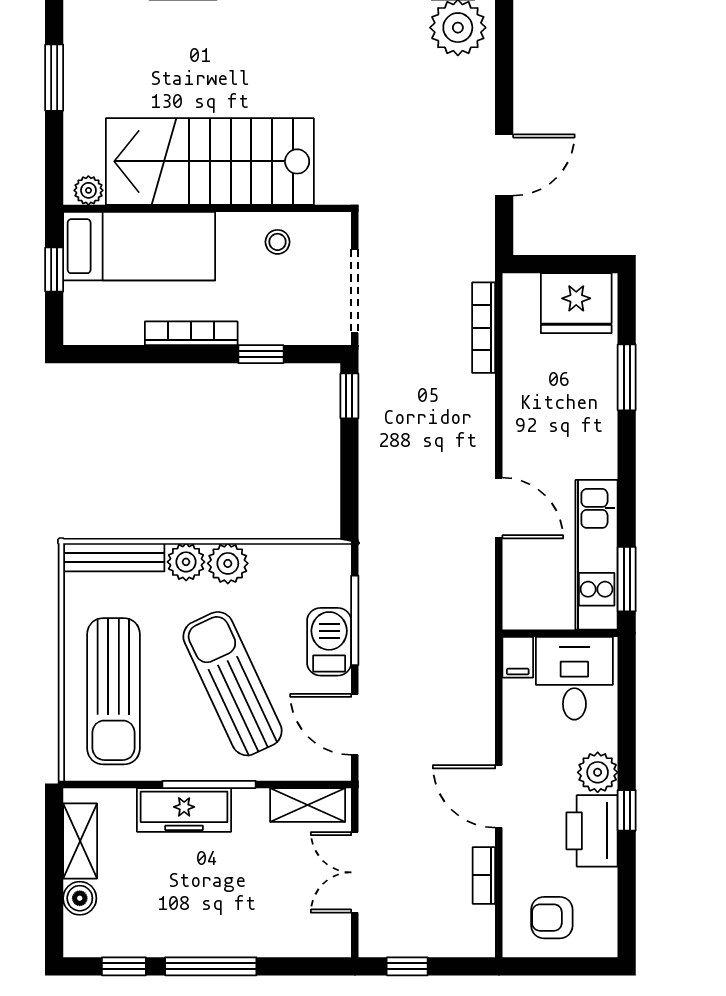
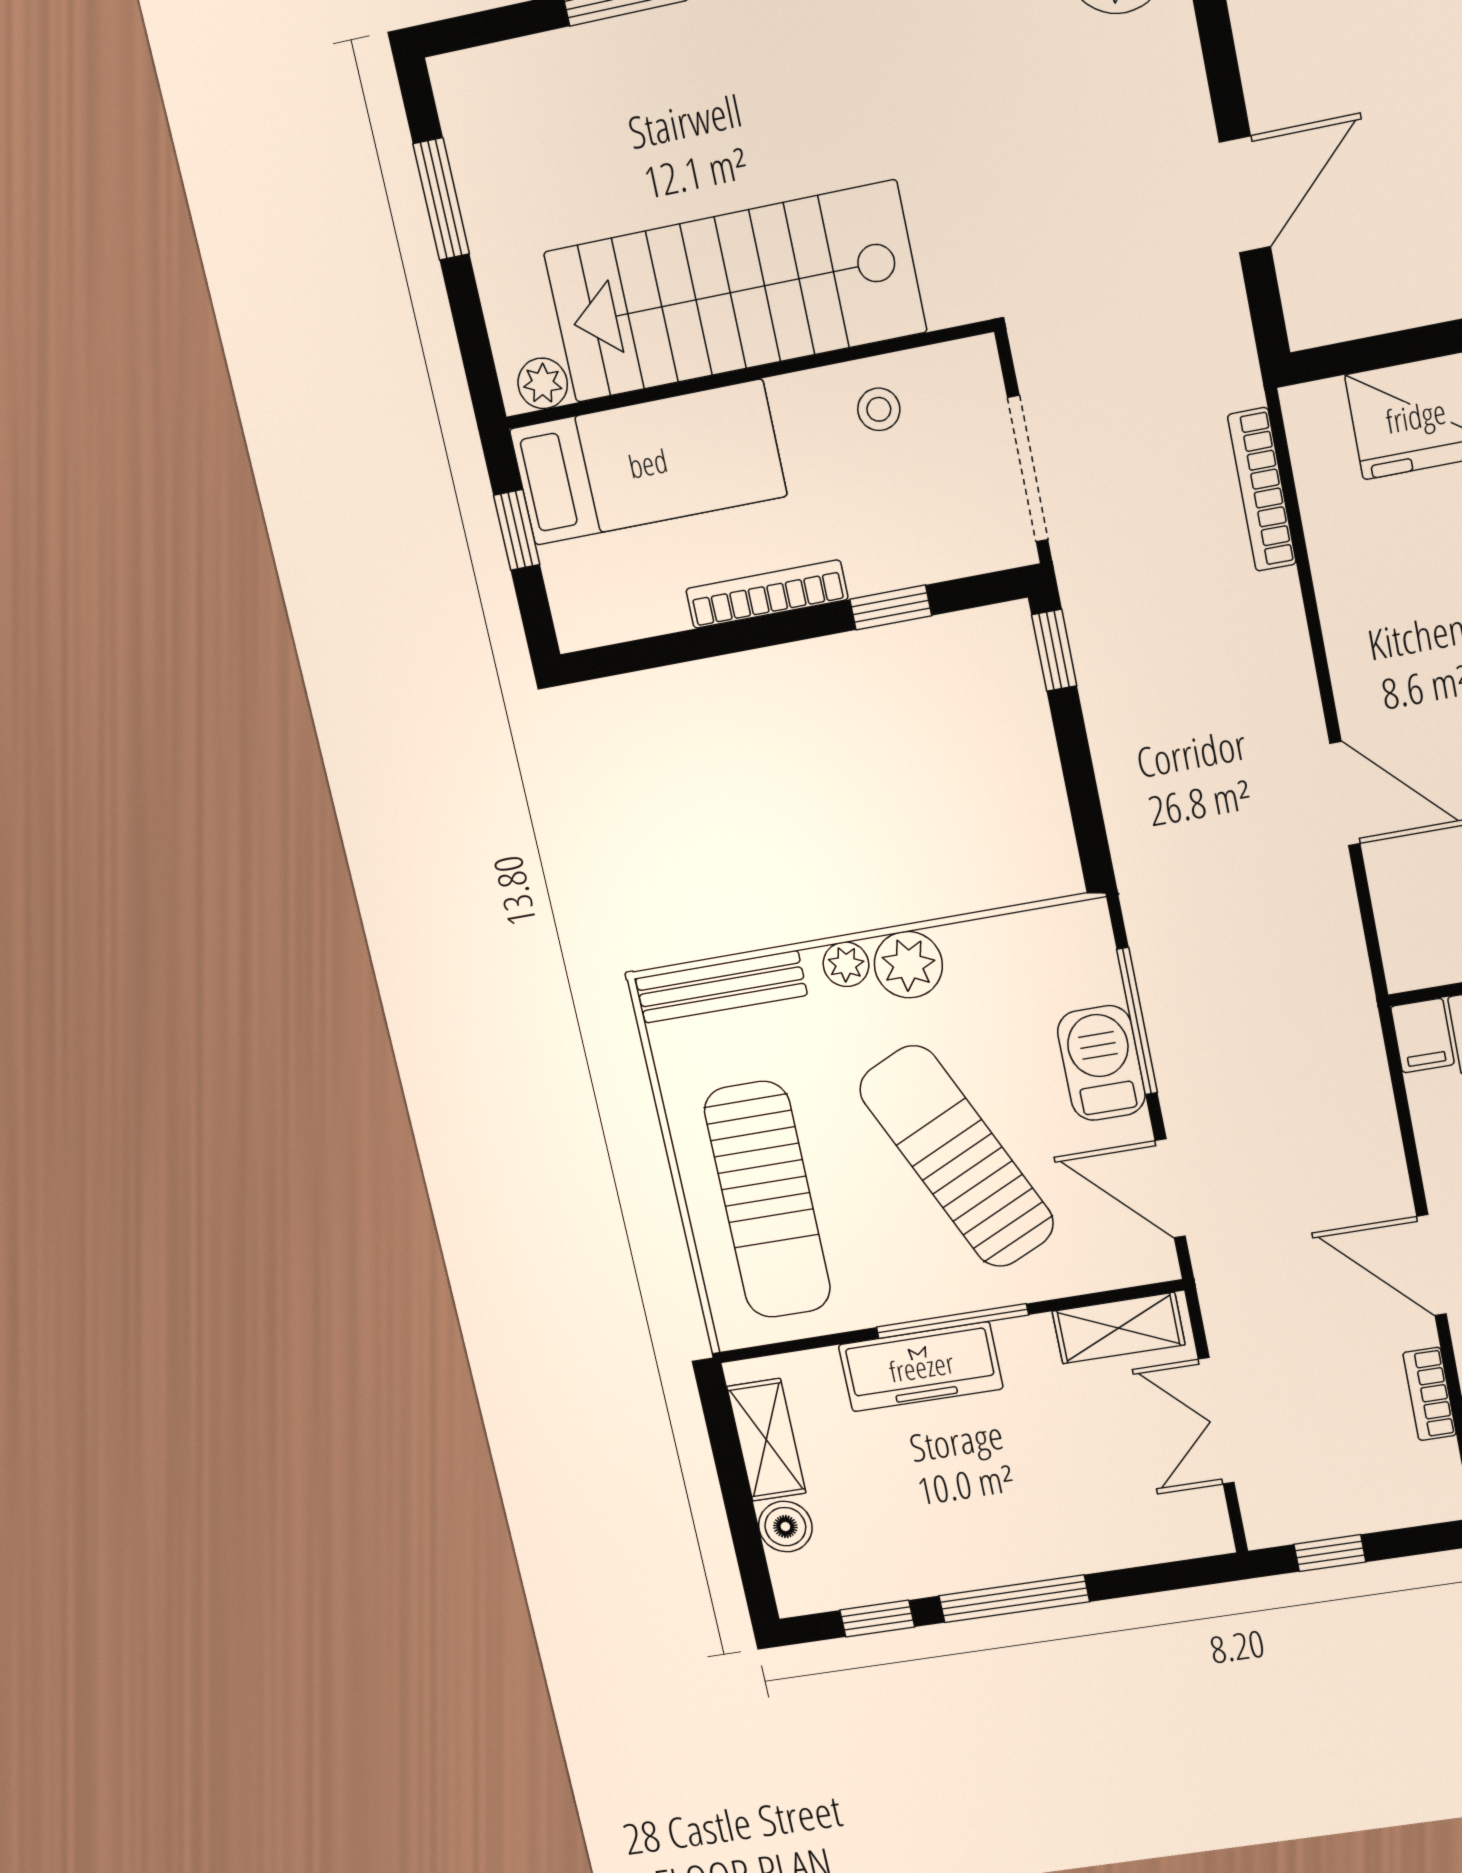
plant: (186, 562) -> (846, 964), width x0.73, depth x0.73

